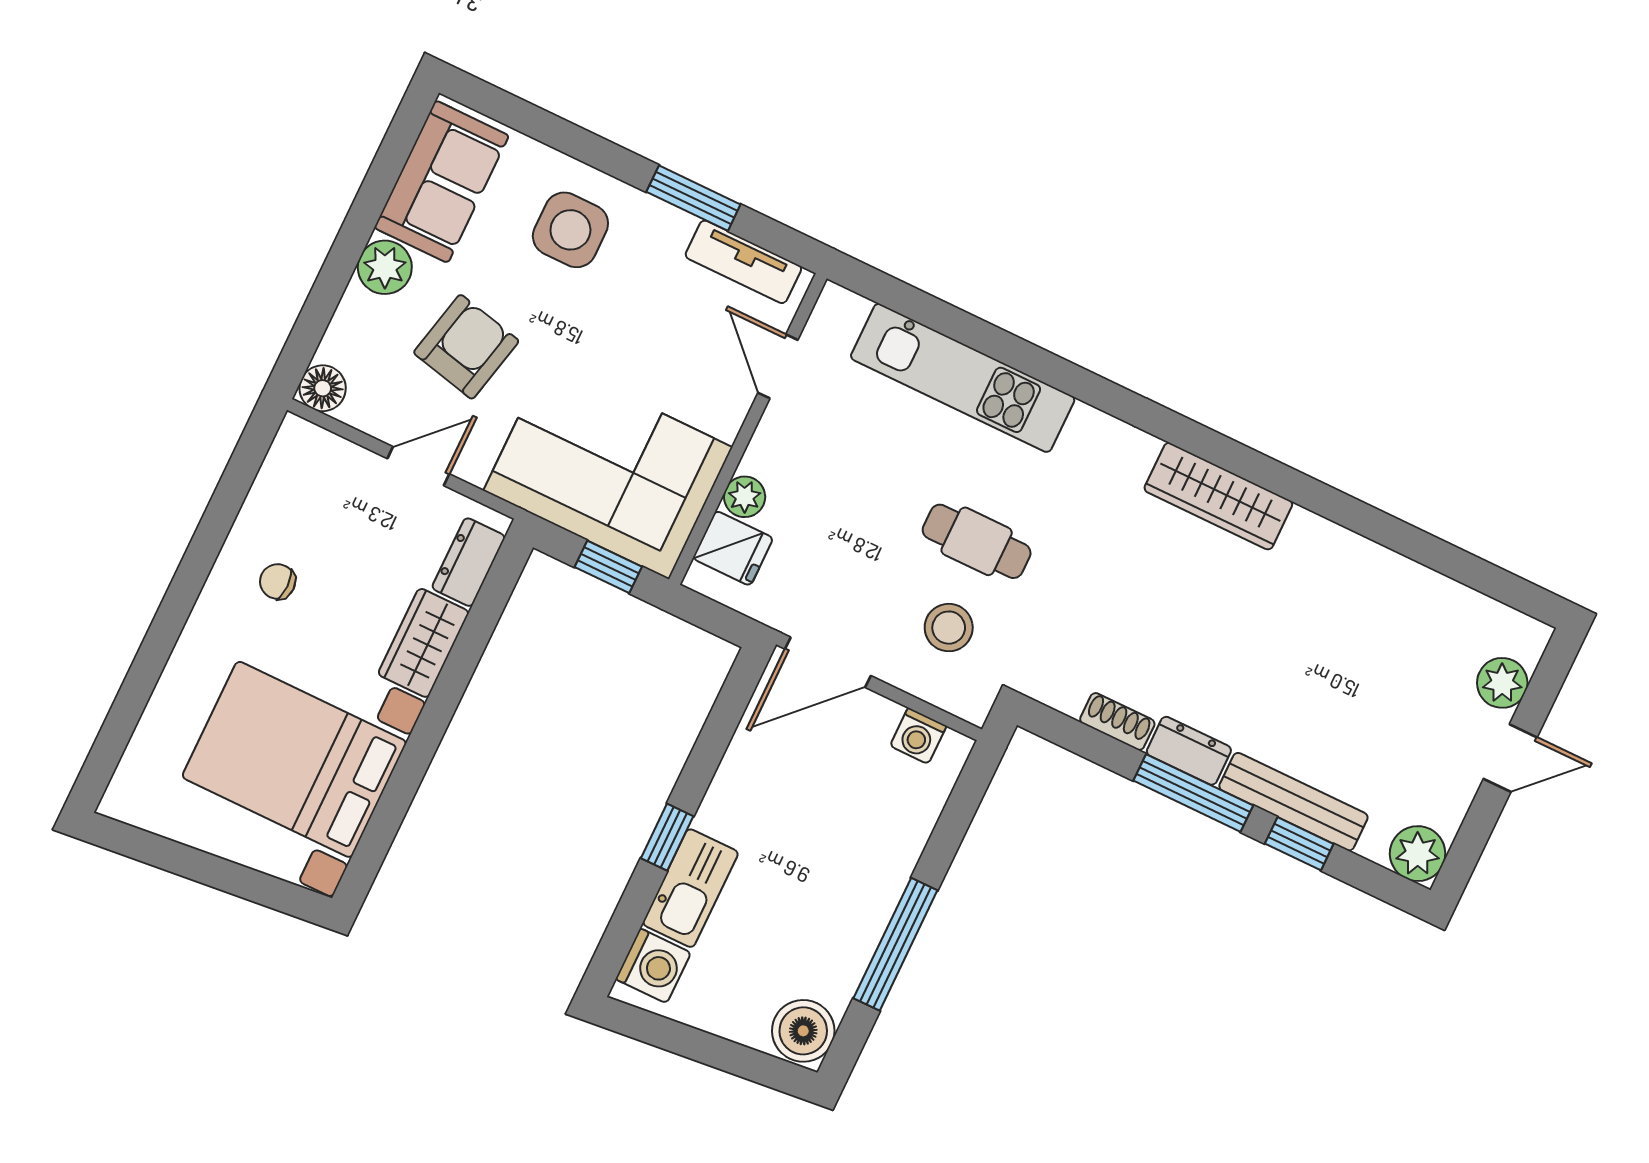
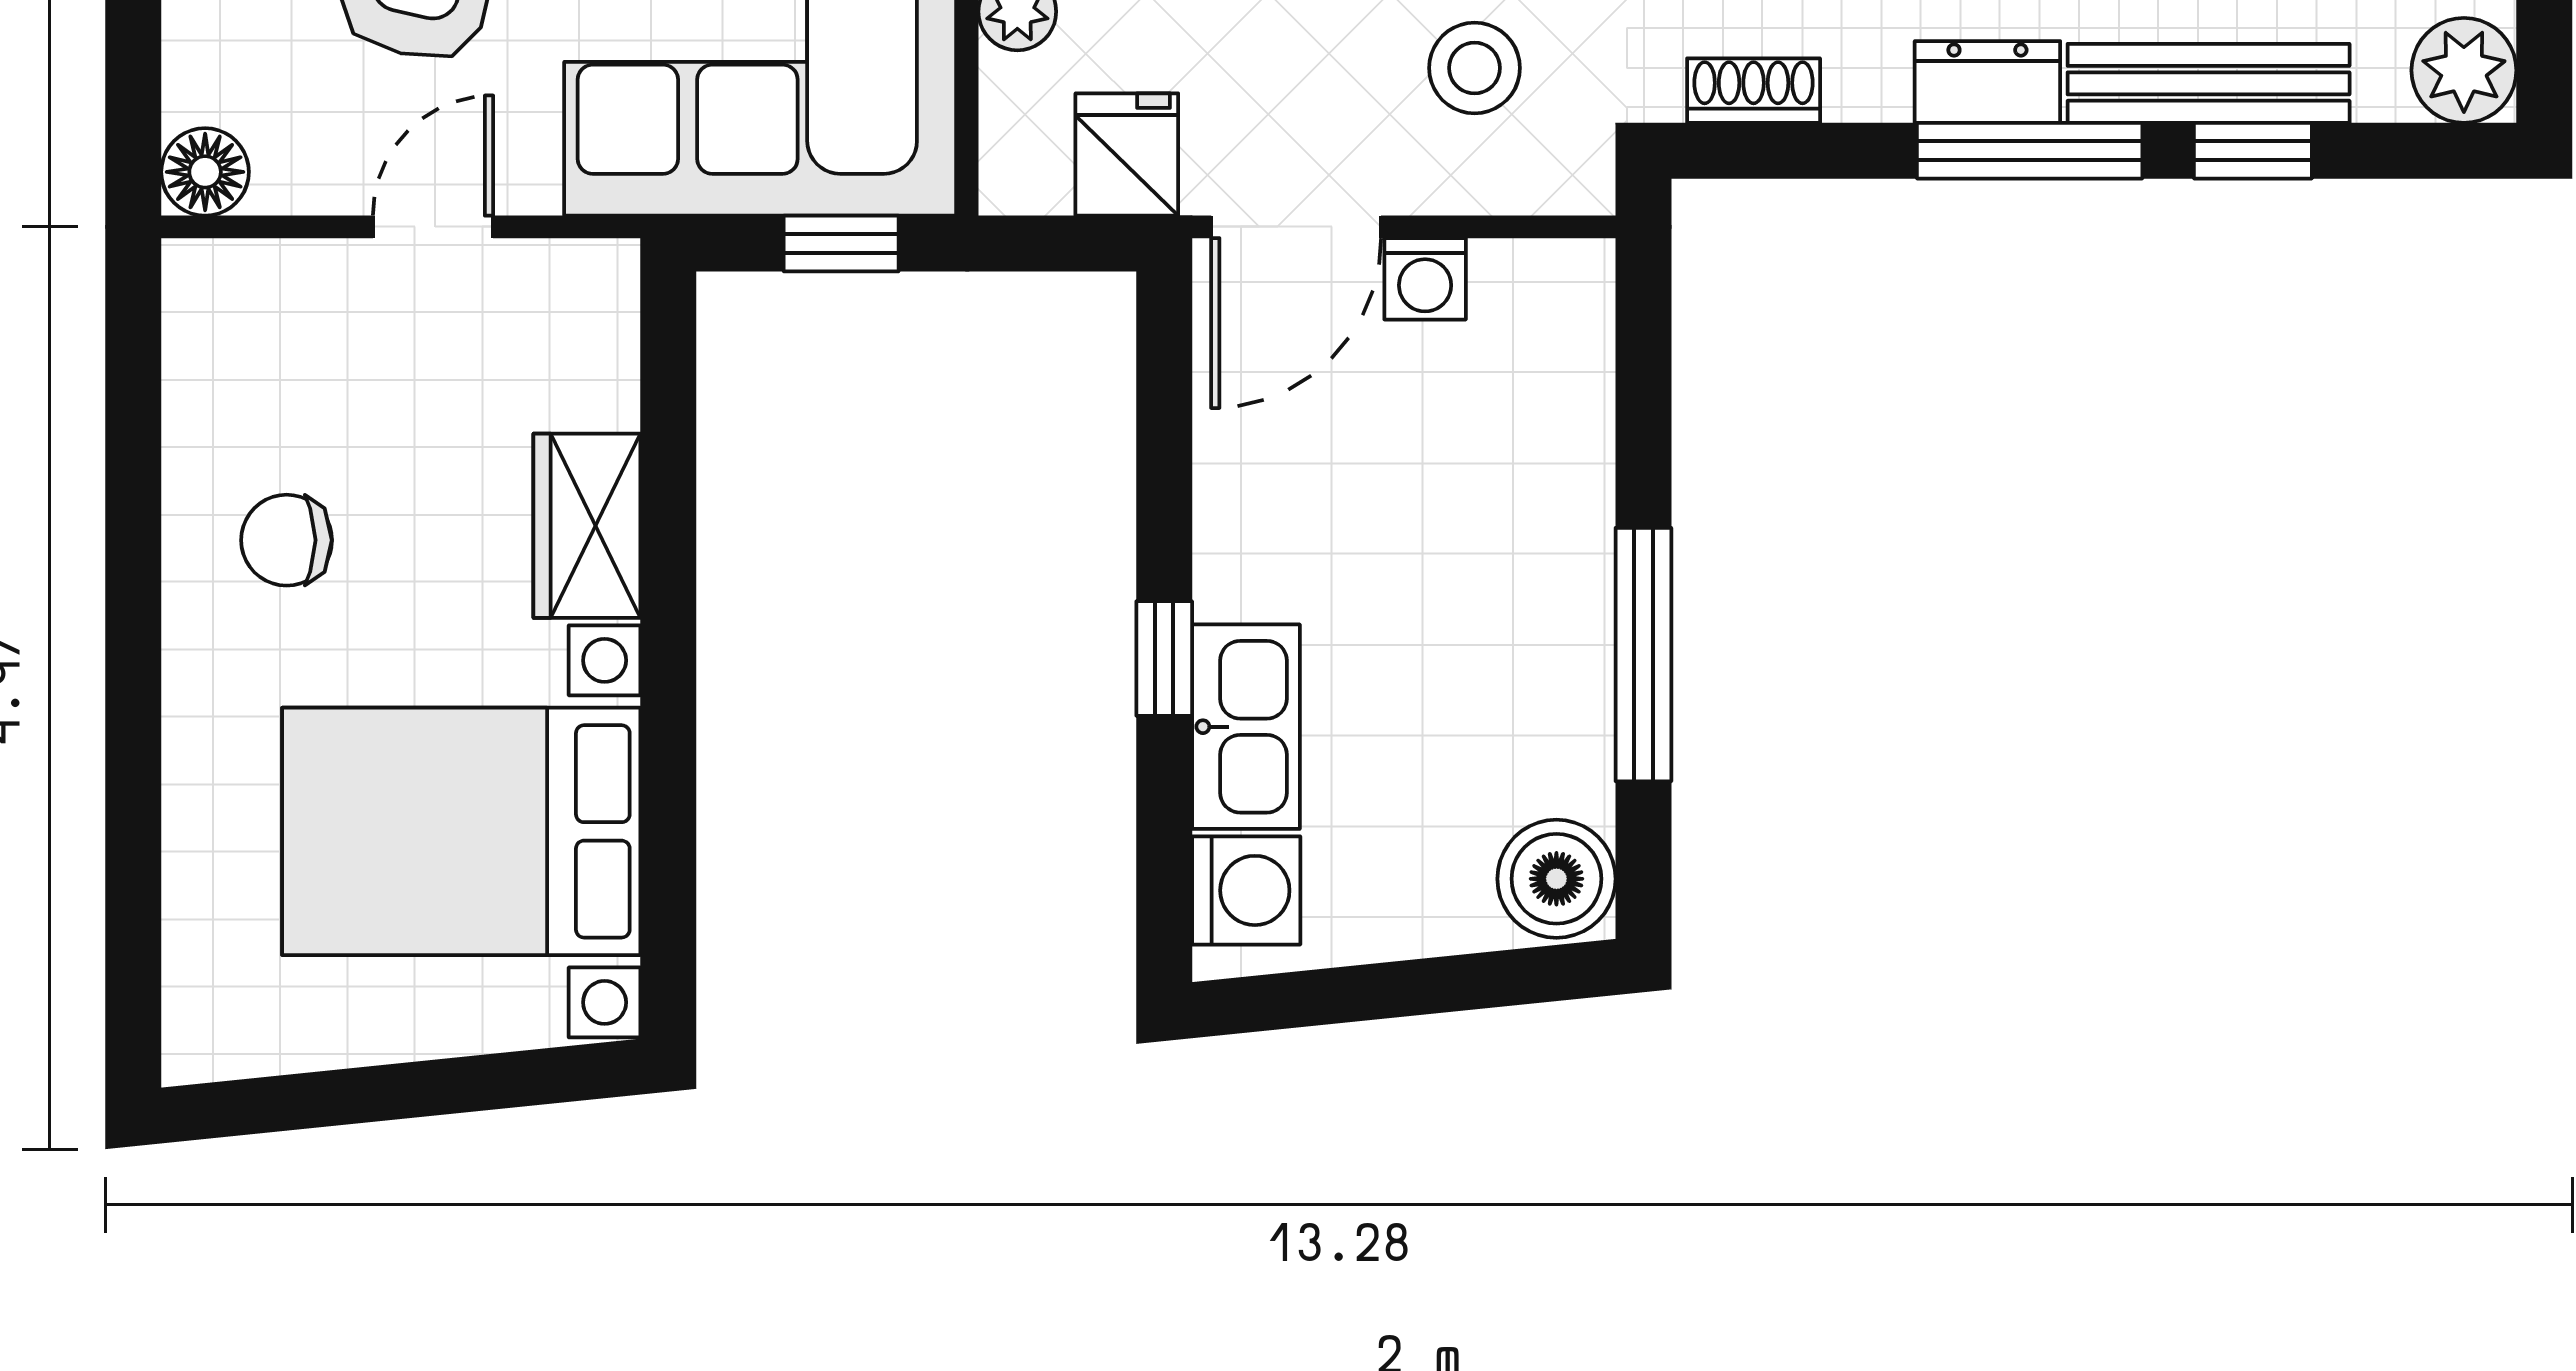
fridge: (733, 548) -> (1127, 155), moved, turned -90
dresser: (468, 562) -> (598, 350), removed
chair: (278, 582) -> (287, 540), width x1.37, depth x1.37
shoe rack: (1117, 722) -> (1754, 91), moved
washing machine: (918, 736) -> (1425, 279), moved

